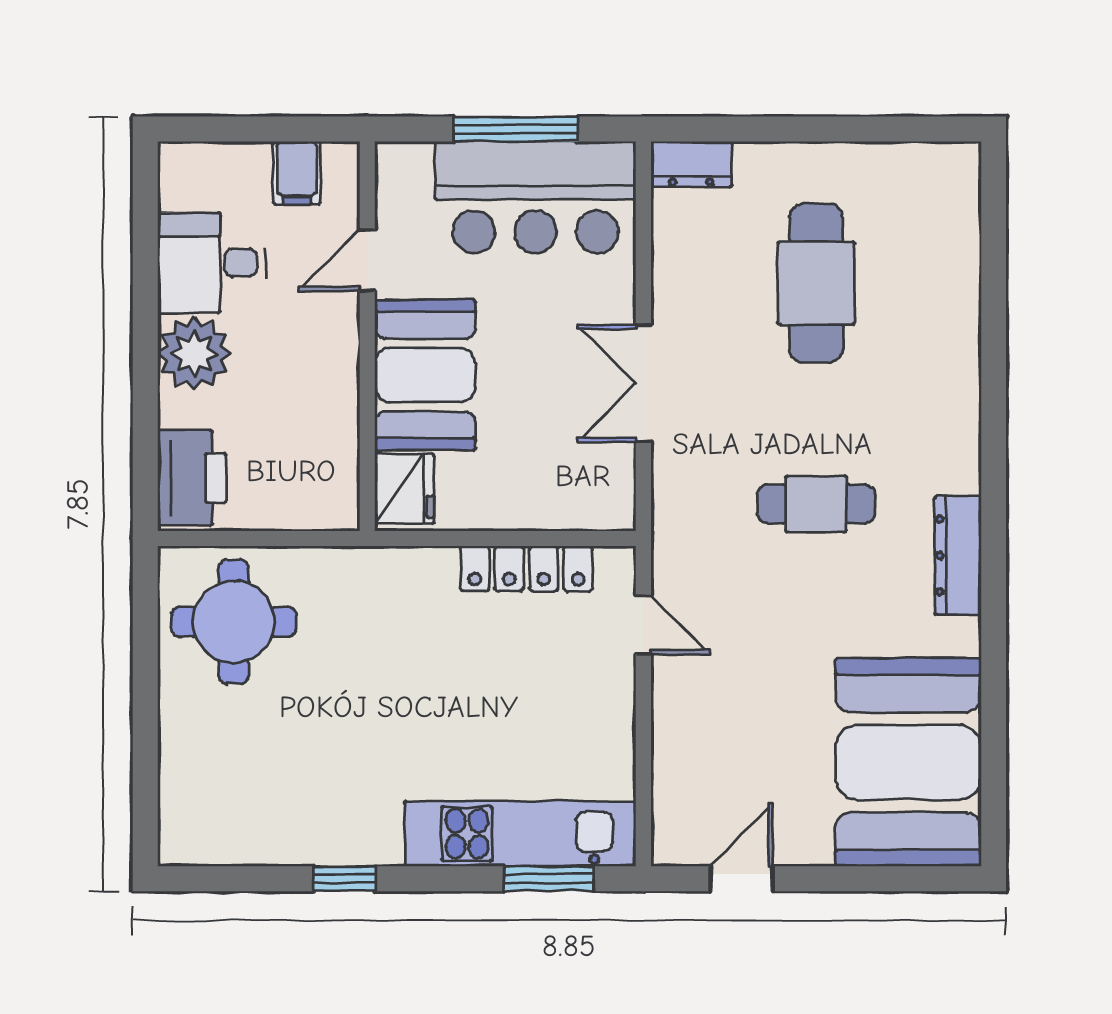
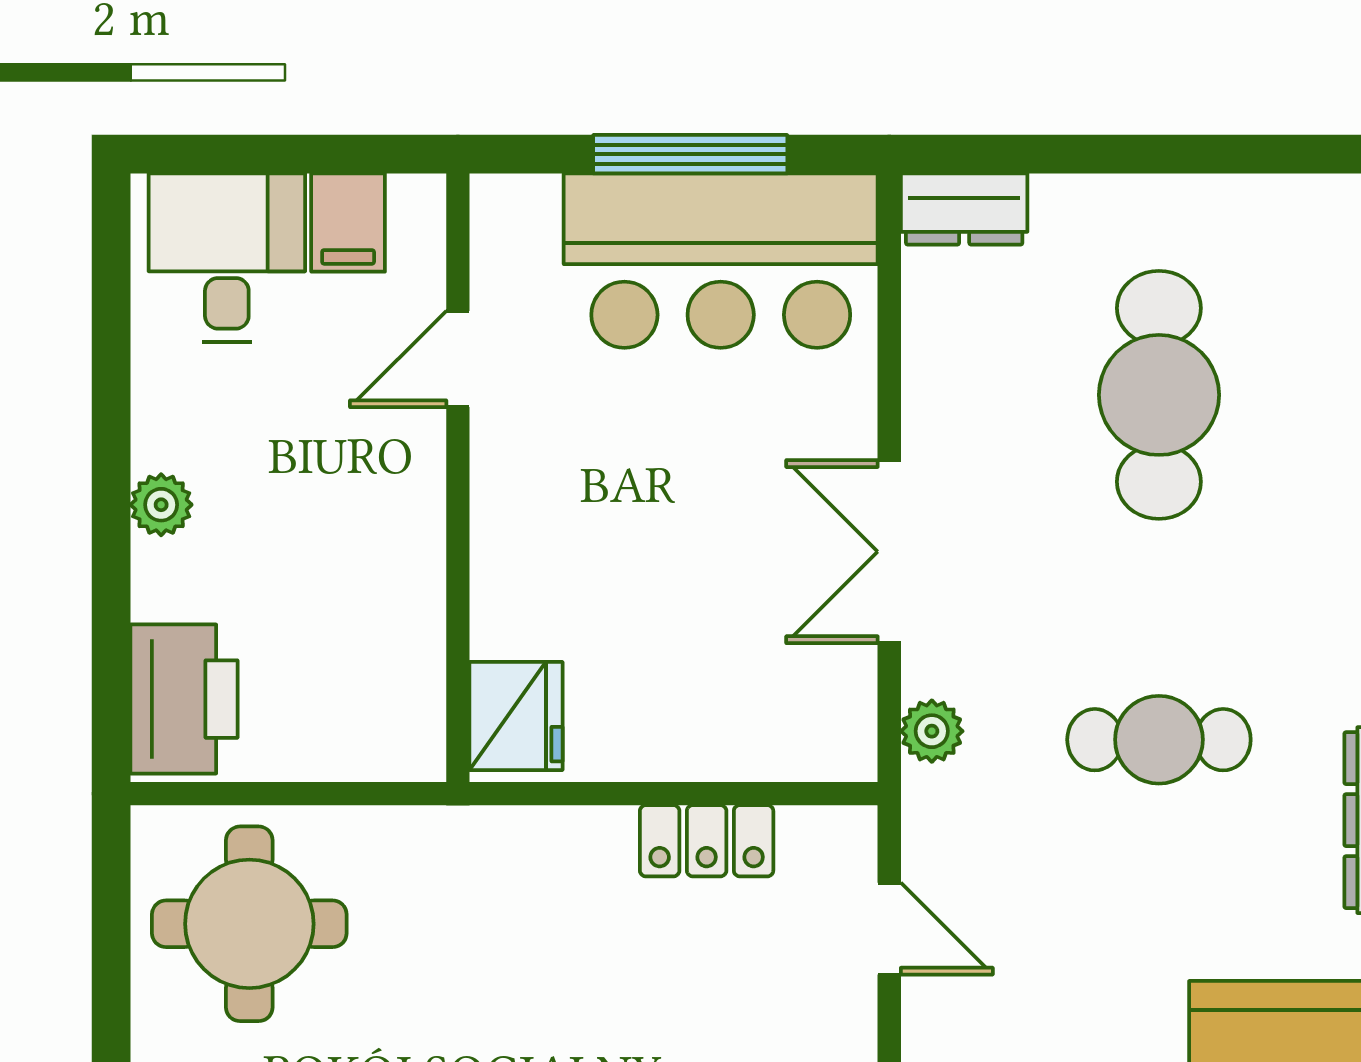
desk: (212, 263) -> (227, 258), moved, turned 90
plant: (194, 353) -> (161, 505), width x0.53, depth x0.53
booth: (425, 375) -> (548, 538), removed
plant: (671, 498) -> (932, 731), added
locker: (526, 569) -> (707, 841), width x0.66

